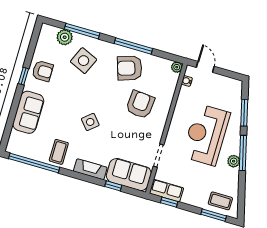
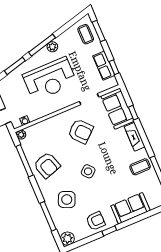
plant: (65, 37) -> (67, 239), moved
window: (133, 46) -> (24, 161), moved
armchair: (43, 71) -> (96, 221), turned 89
armchair: (140, 105) -> (81, 131), moved, turned -137
side table: (90, 122) -> (88, 171), moved
row of seats: (166, 191) -> (104, 66), moved

